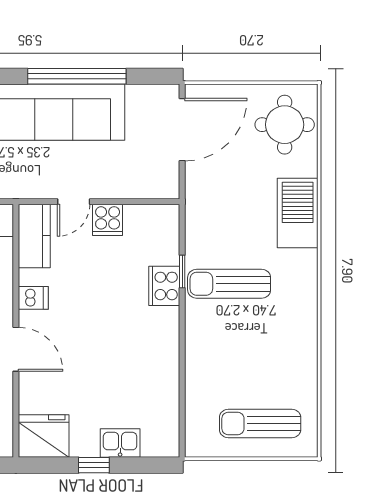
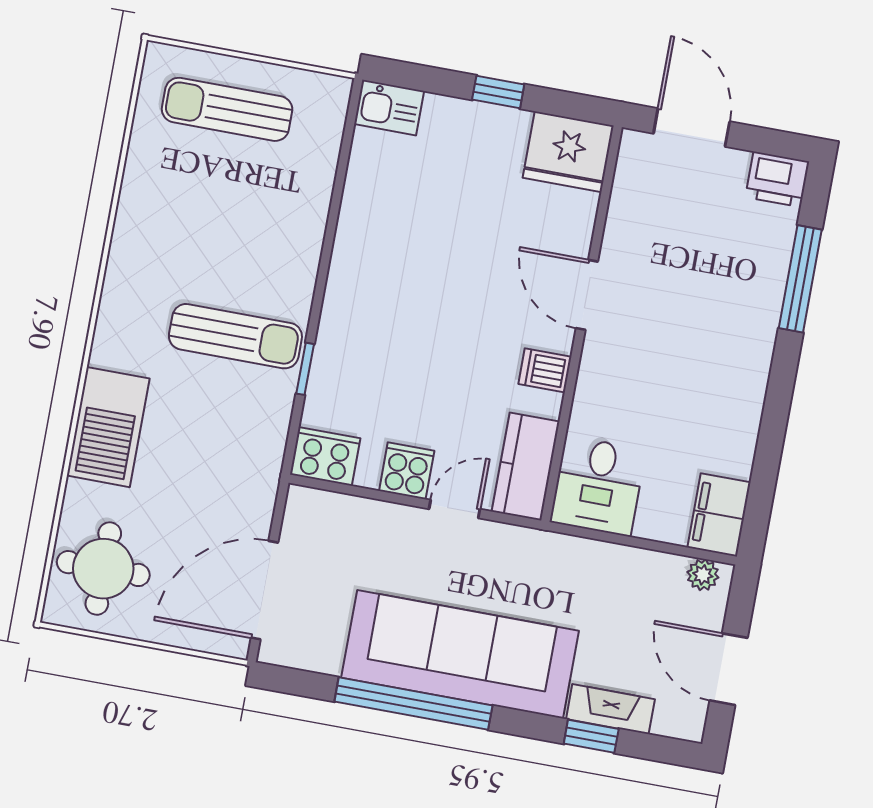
cooker: (164, 286) -> (325, 456), moved, turned -90
sun lounger: (260, 423) -> (227, 109), turned 180
kitchen sink: (120, 443) -> (389, 107), moved

